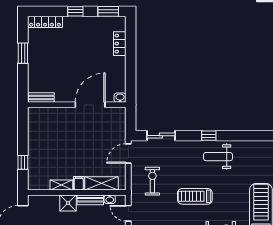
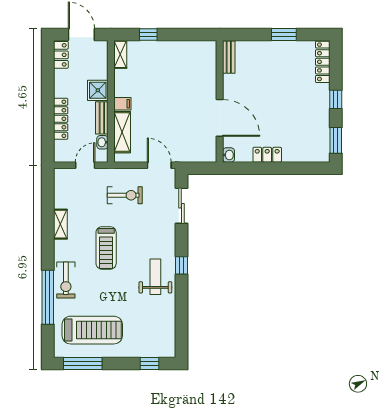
locker: (120, 44) -> (267, 155), moved
shelving: (61, 185) -> (120, 54), moved
treadmill: (195, 196) -> (106, 248), turned 180

